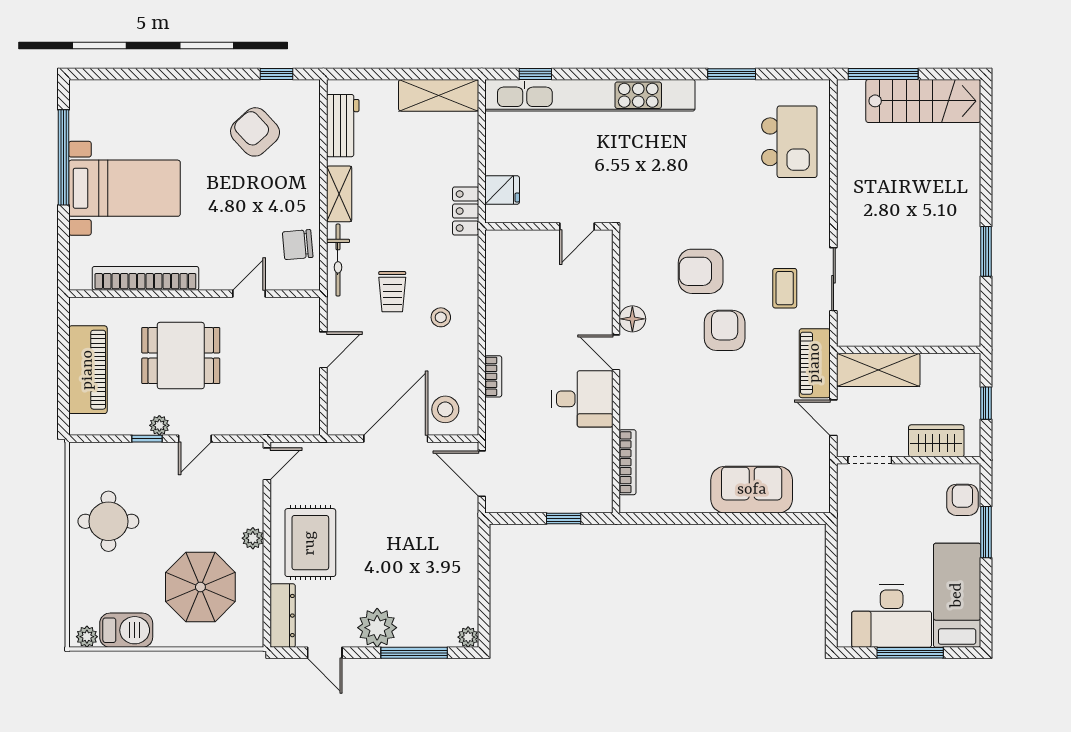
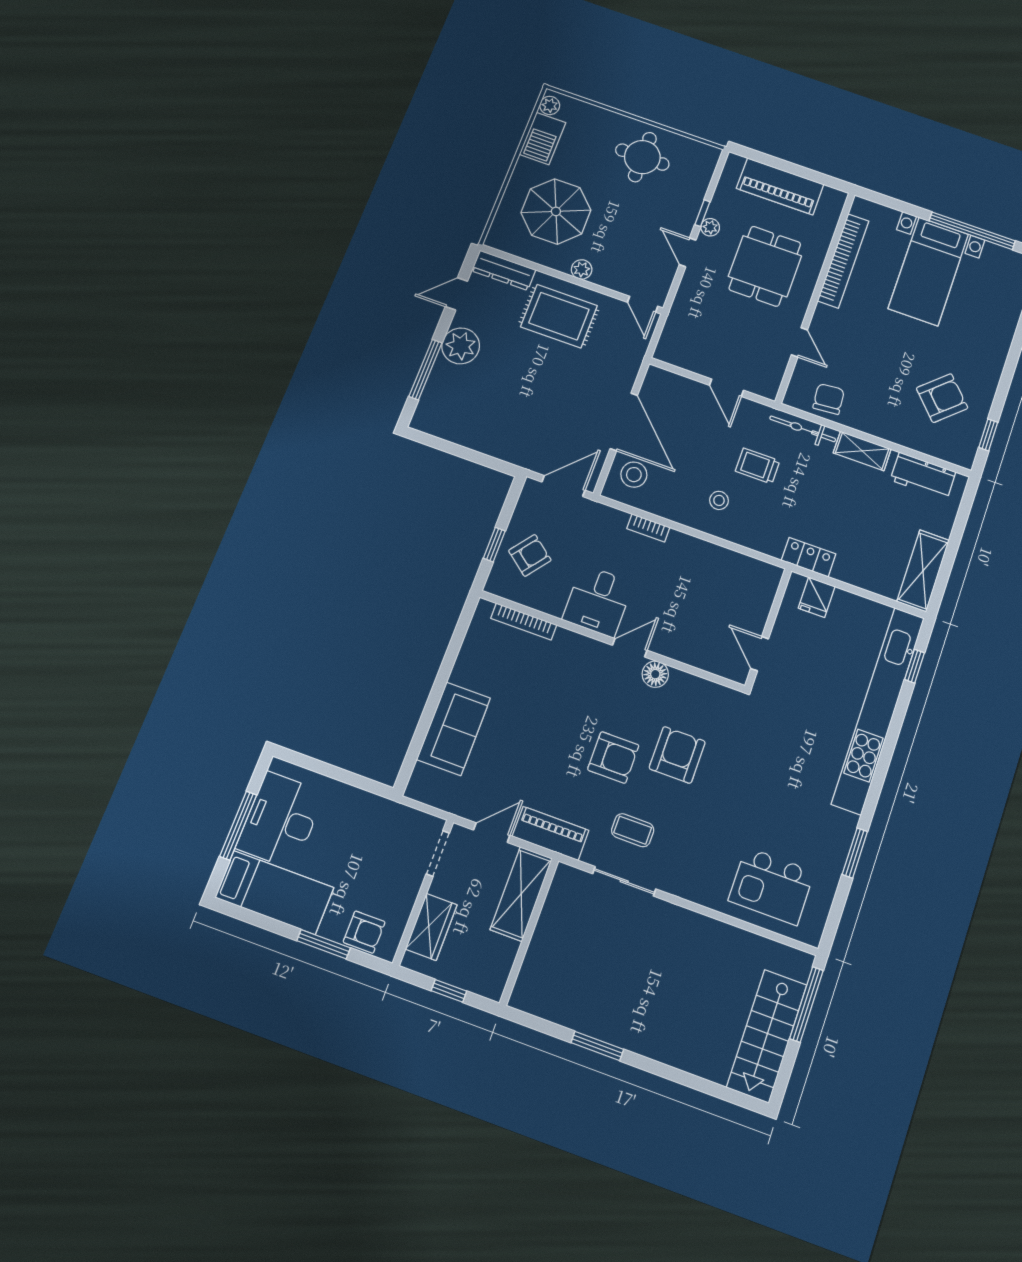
armchair: (562, 480) -> (530, 555), added
plant: (468, 637) -> (420, 421), removed

